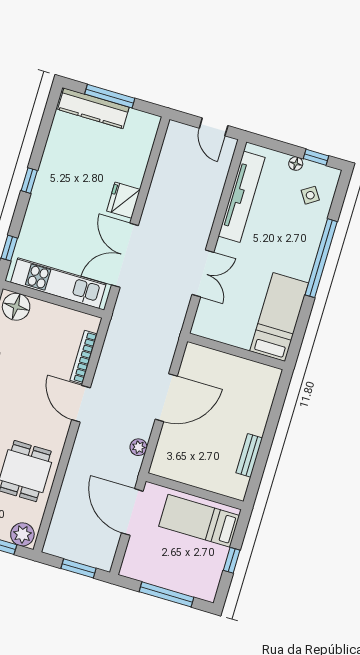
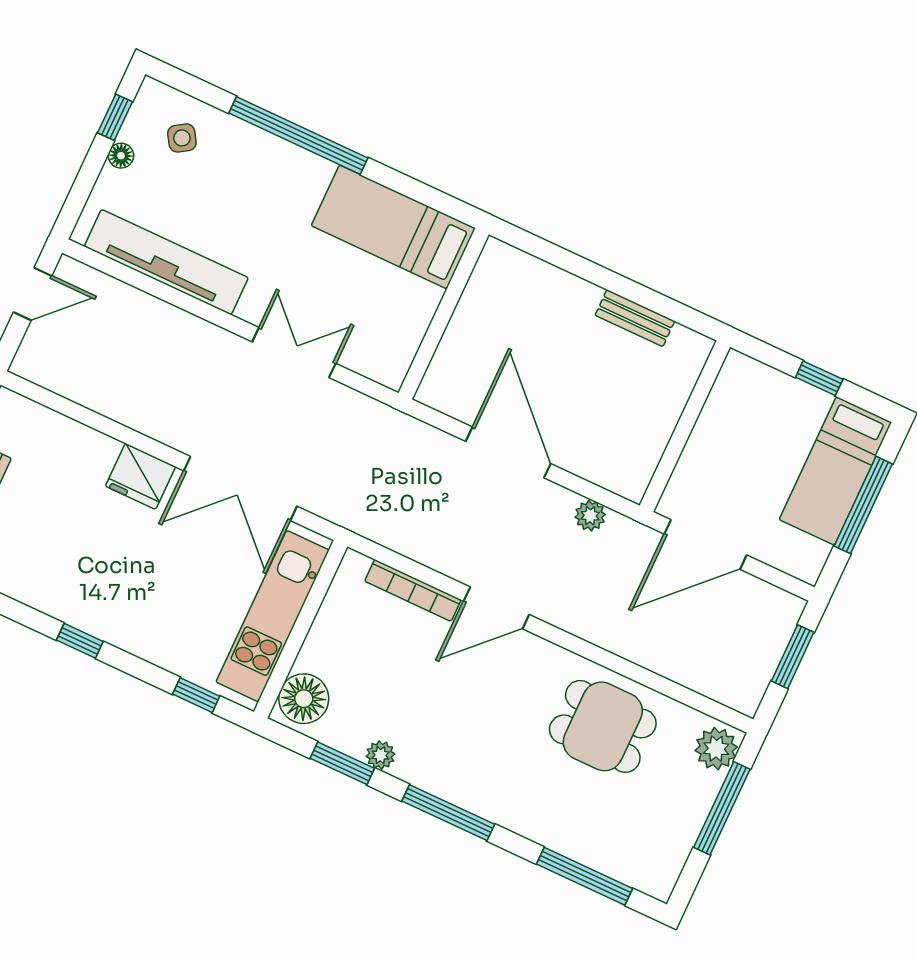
bed: (199, 521) -> (835, 471), moved

